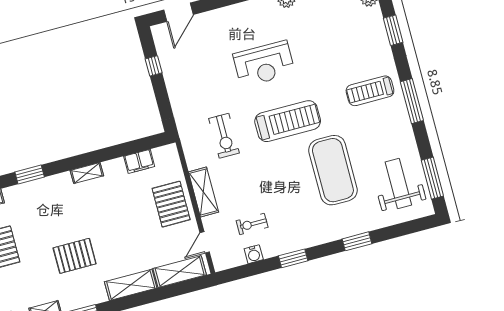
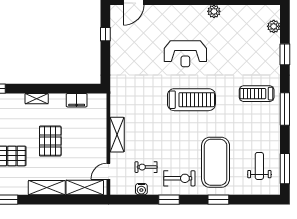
exercise bike: (224, 136) -> (179, 178), moved, turned -90
exercise mat: (333, 170) -> (216, 162), moved
weight bench: (398, 184) -> (259, 166), width x0.73, depth x0.75
pallet: (171, 204) -> (50, 141), moved

